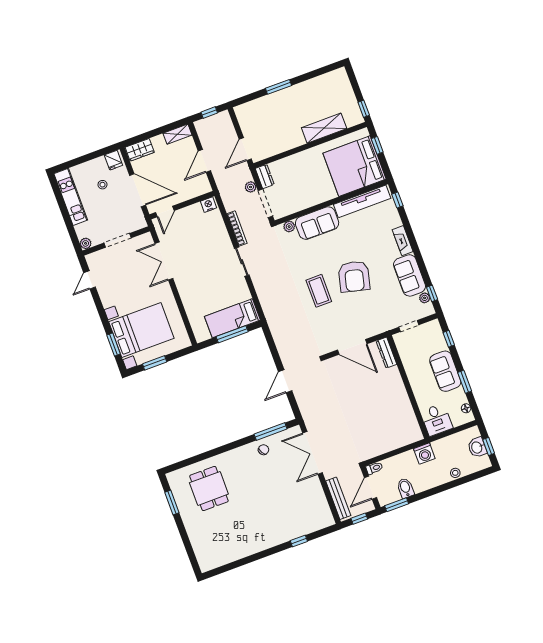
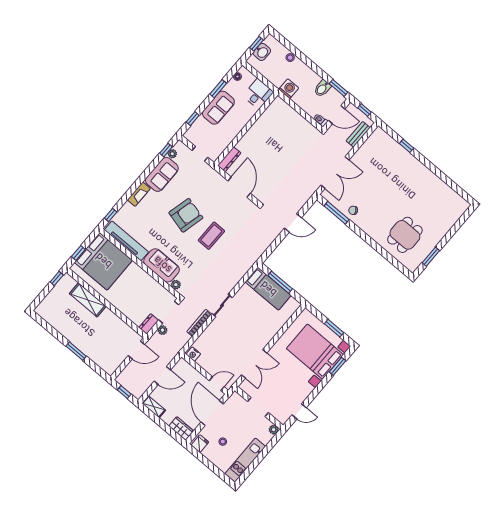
bench: (338, 498) -> (358, 134), width x0.73

